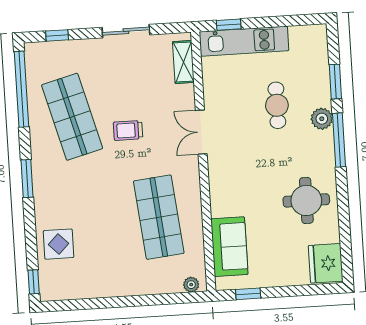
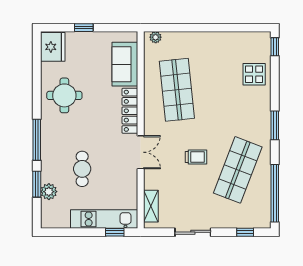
shop shelf: (72, 117) -> (238, 170), turned 36
plant: (322, 119) -> (49, 192), moved
locker: (219, 186) -> (130, 111), added
window: (248, 294) -> (84, 28), moved

